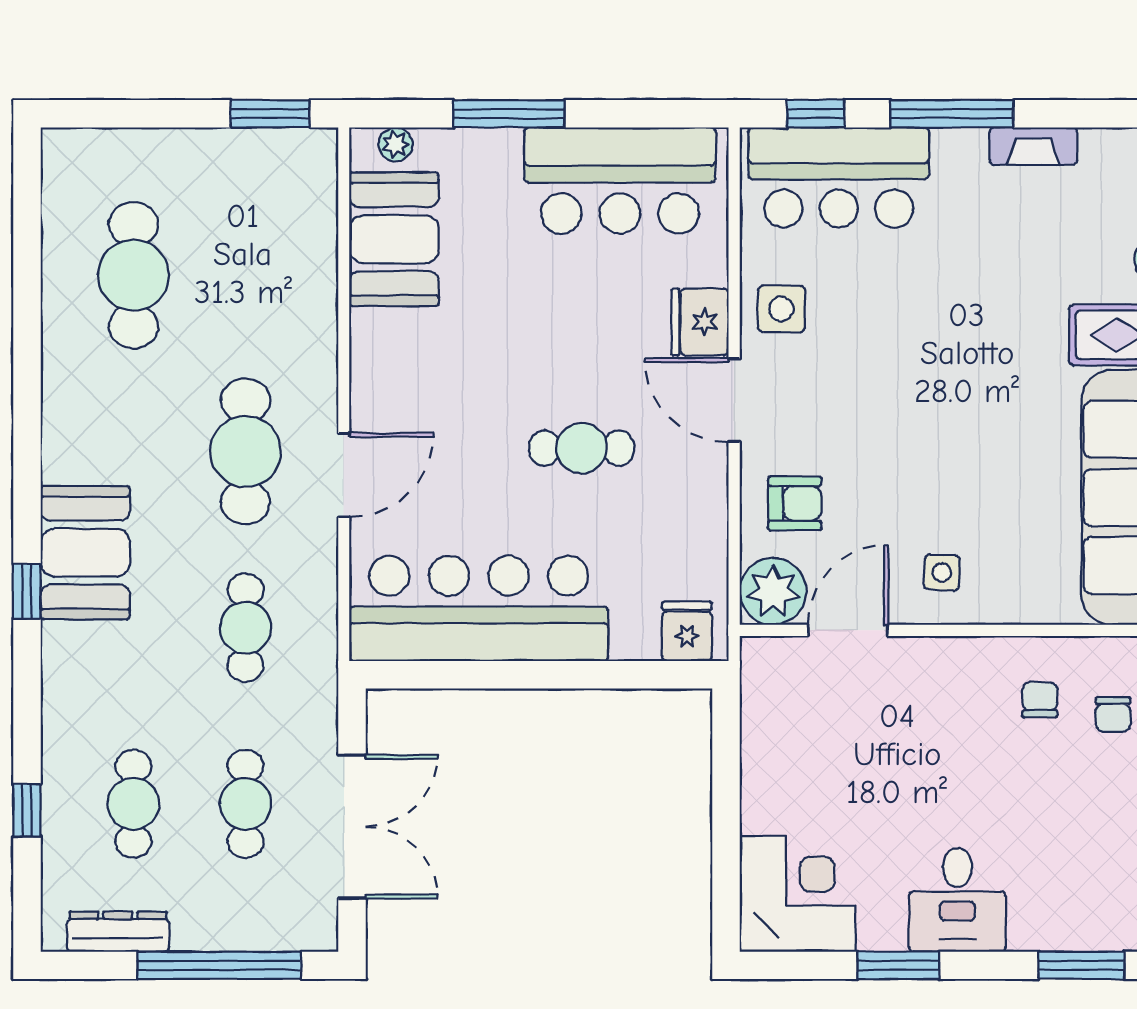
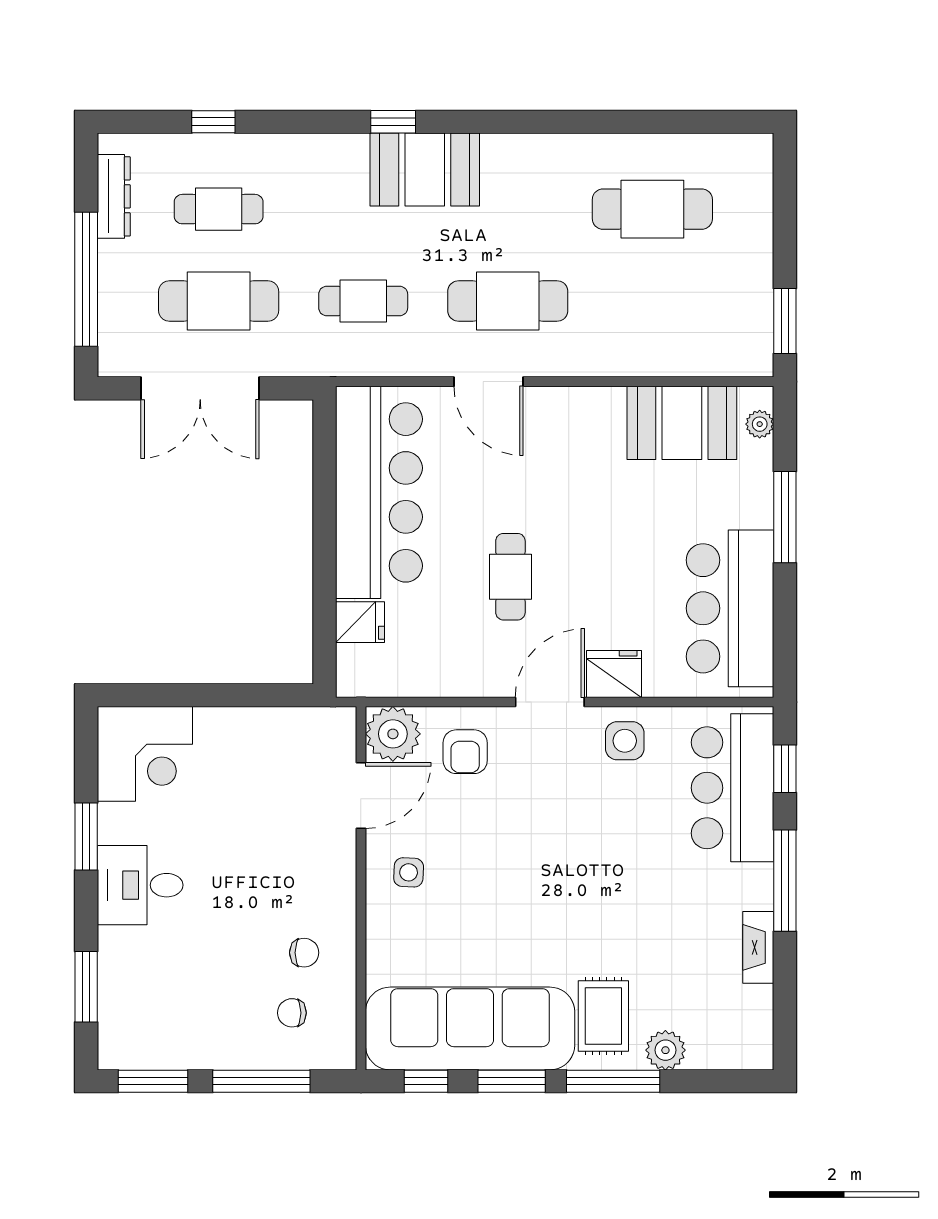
door: (848, 630) -> (361, 795), hinge flipped
fridge: (687, 631) -> (360, 622), moved
cafe table: (245, 804) -> (219, 301), width x1.37, depth x1.35

